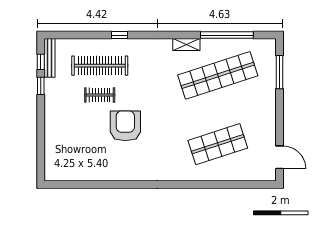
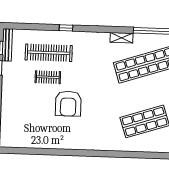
armchair: (125, 126) -> (68, 104), turned 180

